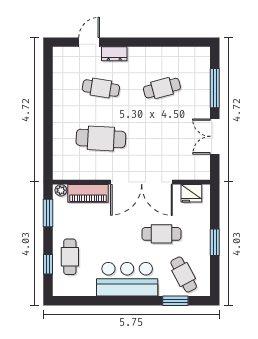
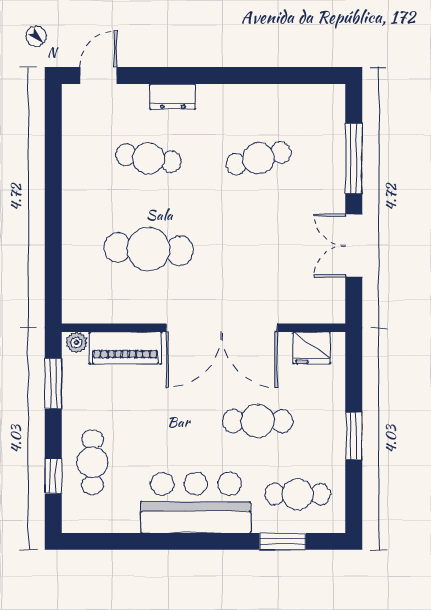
door: (89, 42) -> (98, 75), moved
cafe table: (184, 274) -> (298, 494), turned -62

